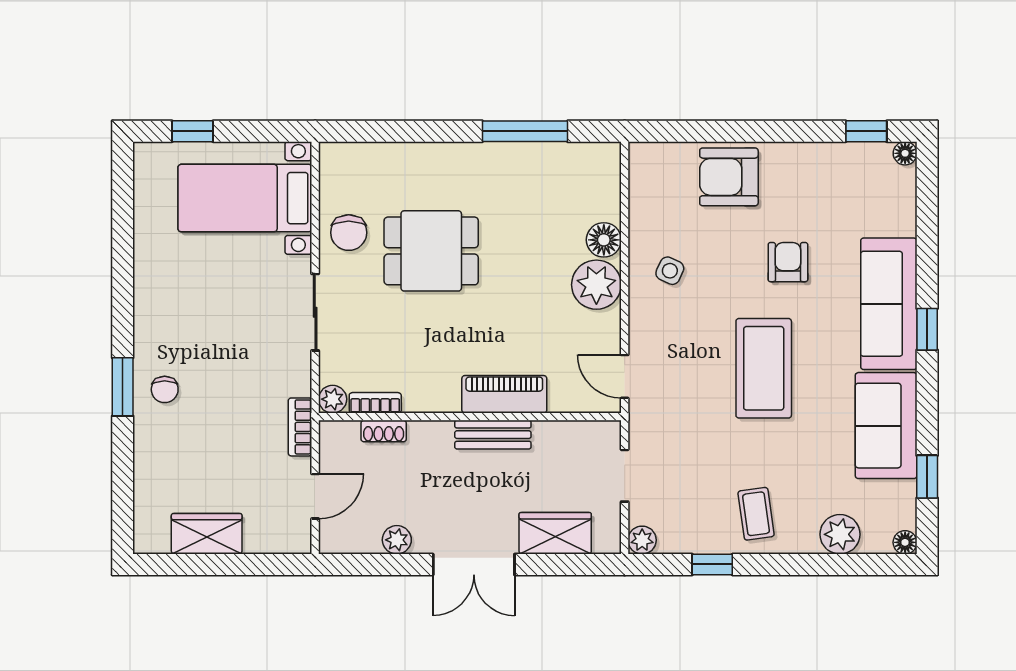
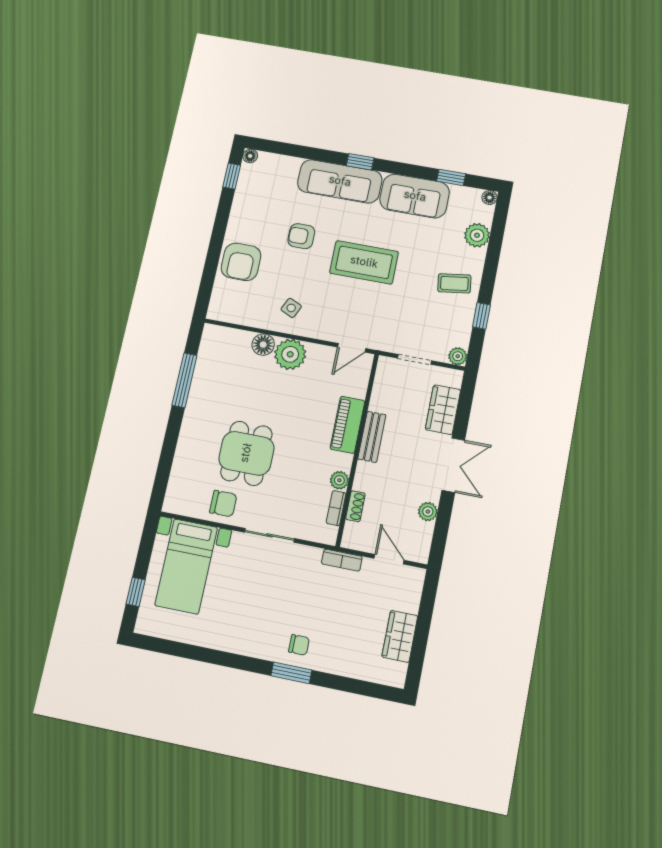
plant: (333, 399) -> (339, 480), moved

